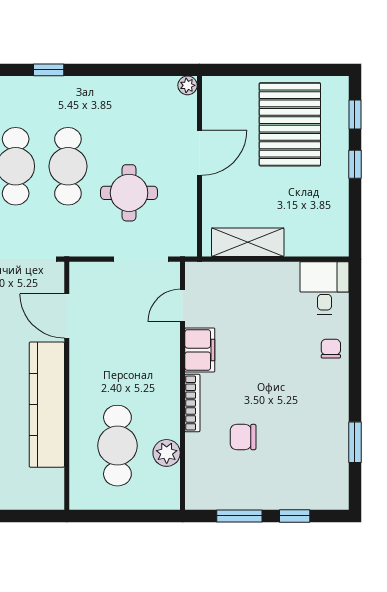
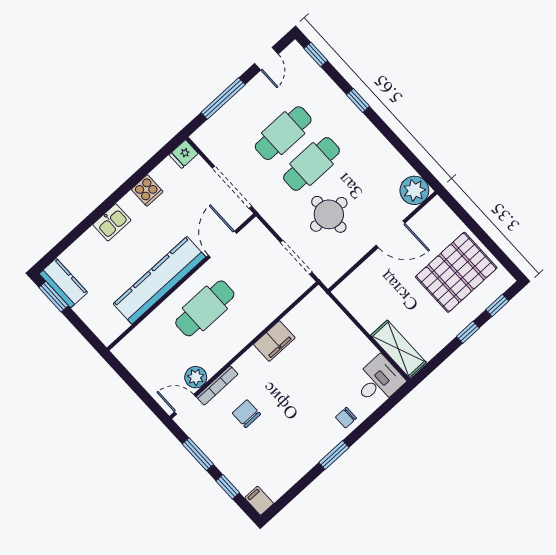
plant: (187, 85) -> (414, 190), width x1.88, depth x1.88
shelving: (248, 242) -> (398, 349), moved
door: (183, 305) -> (185, 404), moved
chair: (331, 349) -> (346, 418), turned 180
bookcase: (192, 403) -> (217, 385), moved
window: (355, 442) -> (334, 455), moved
cafe table: (117, 446) -> (205, 308), moved
filing cabinet: (334, 499) -> (259, 501), added

